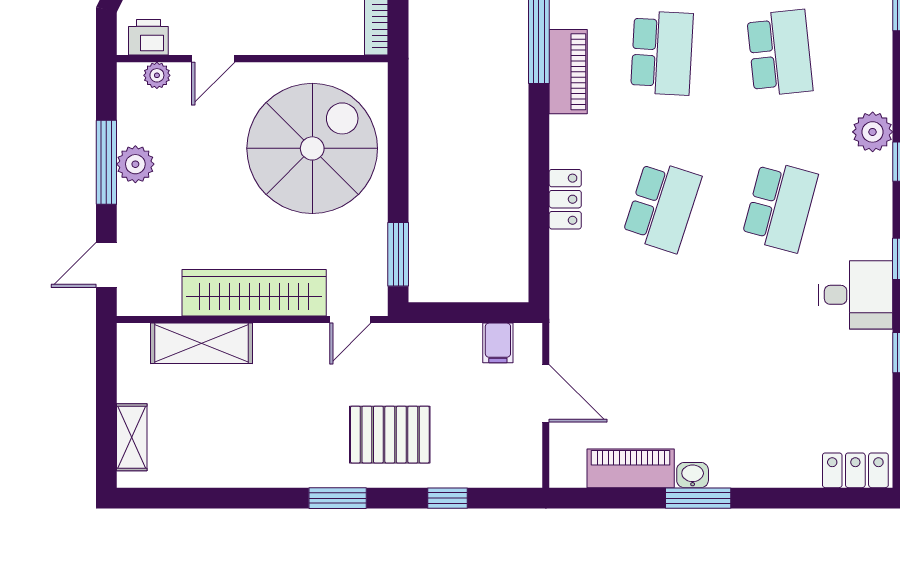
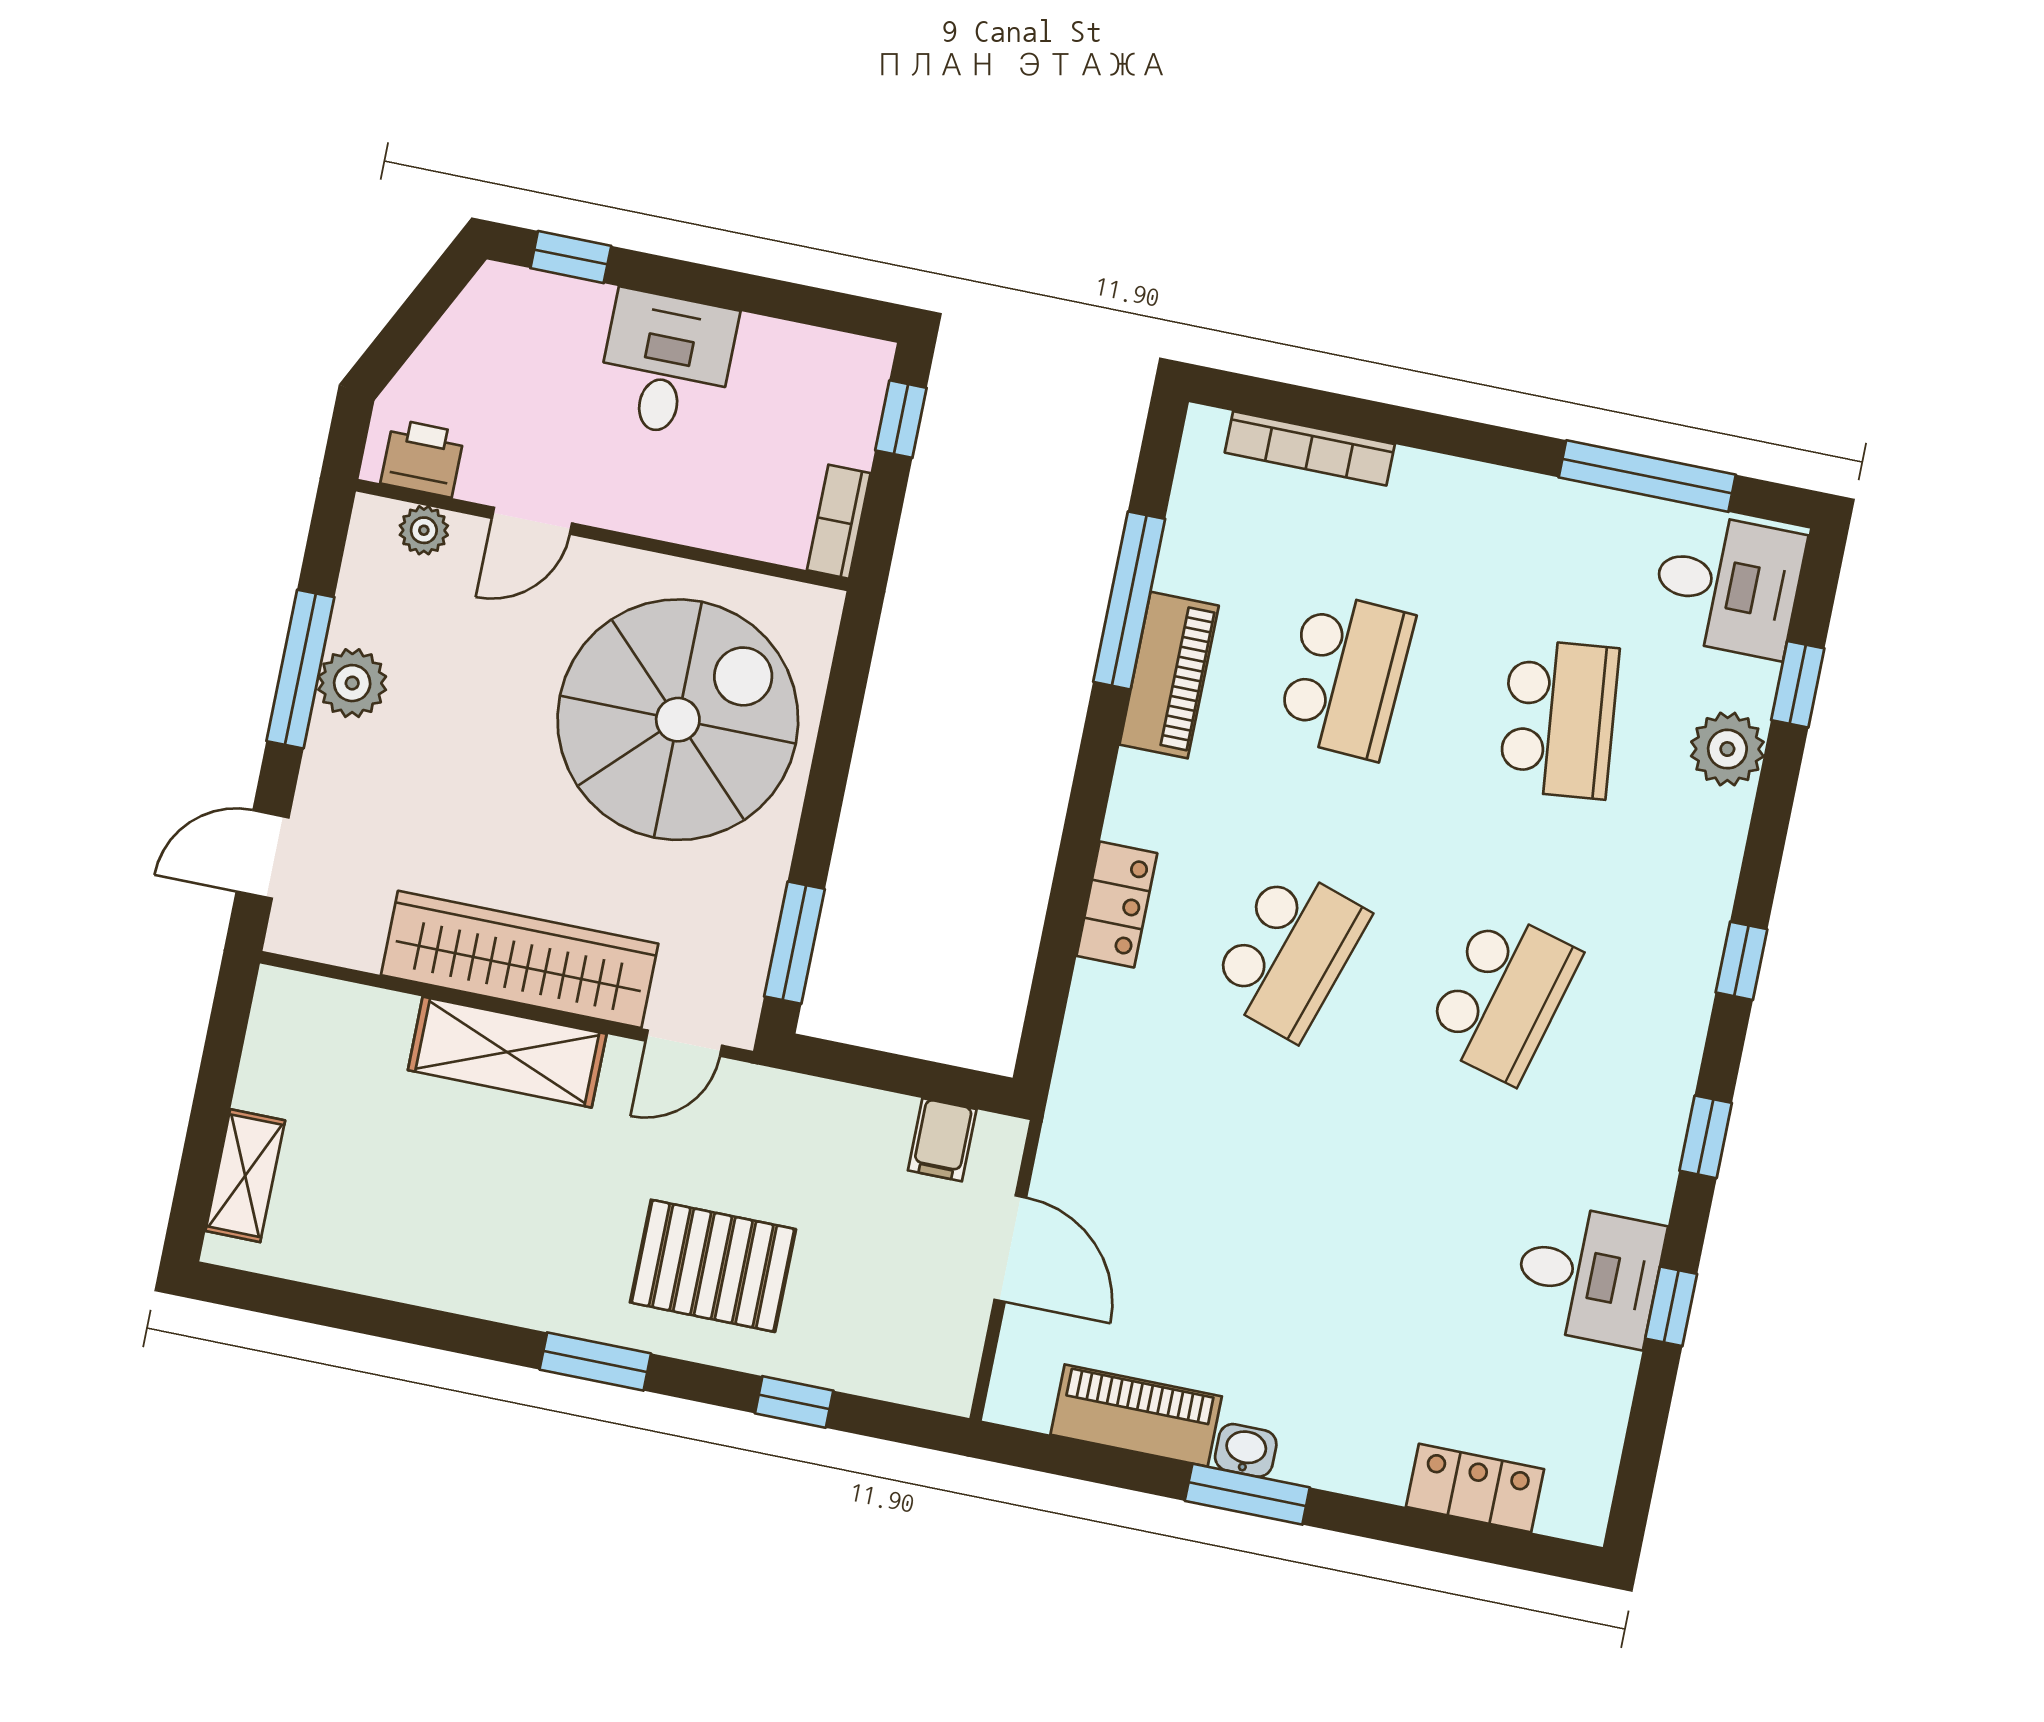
plant: (873, 132) -> (1727, 749), moved
desk: (856, 295) -> (1588, 1275), moved
shelving: (202, 343) -> (507, 1052), moved
locker: (855, 470) -> (1475, 1488), moved

